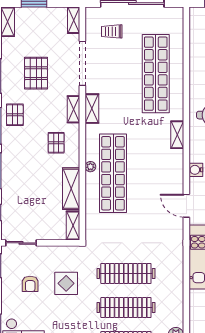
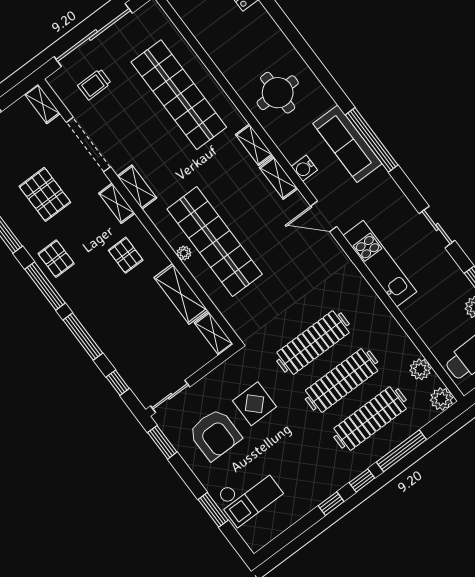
shelving: (177, 164) -> (279, 178), added
armchair: (30, 284) -> (215, 434), width x1.88, depth x1.88

